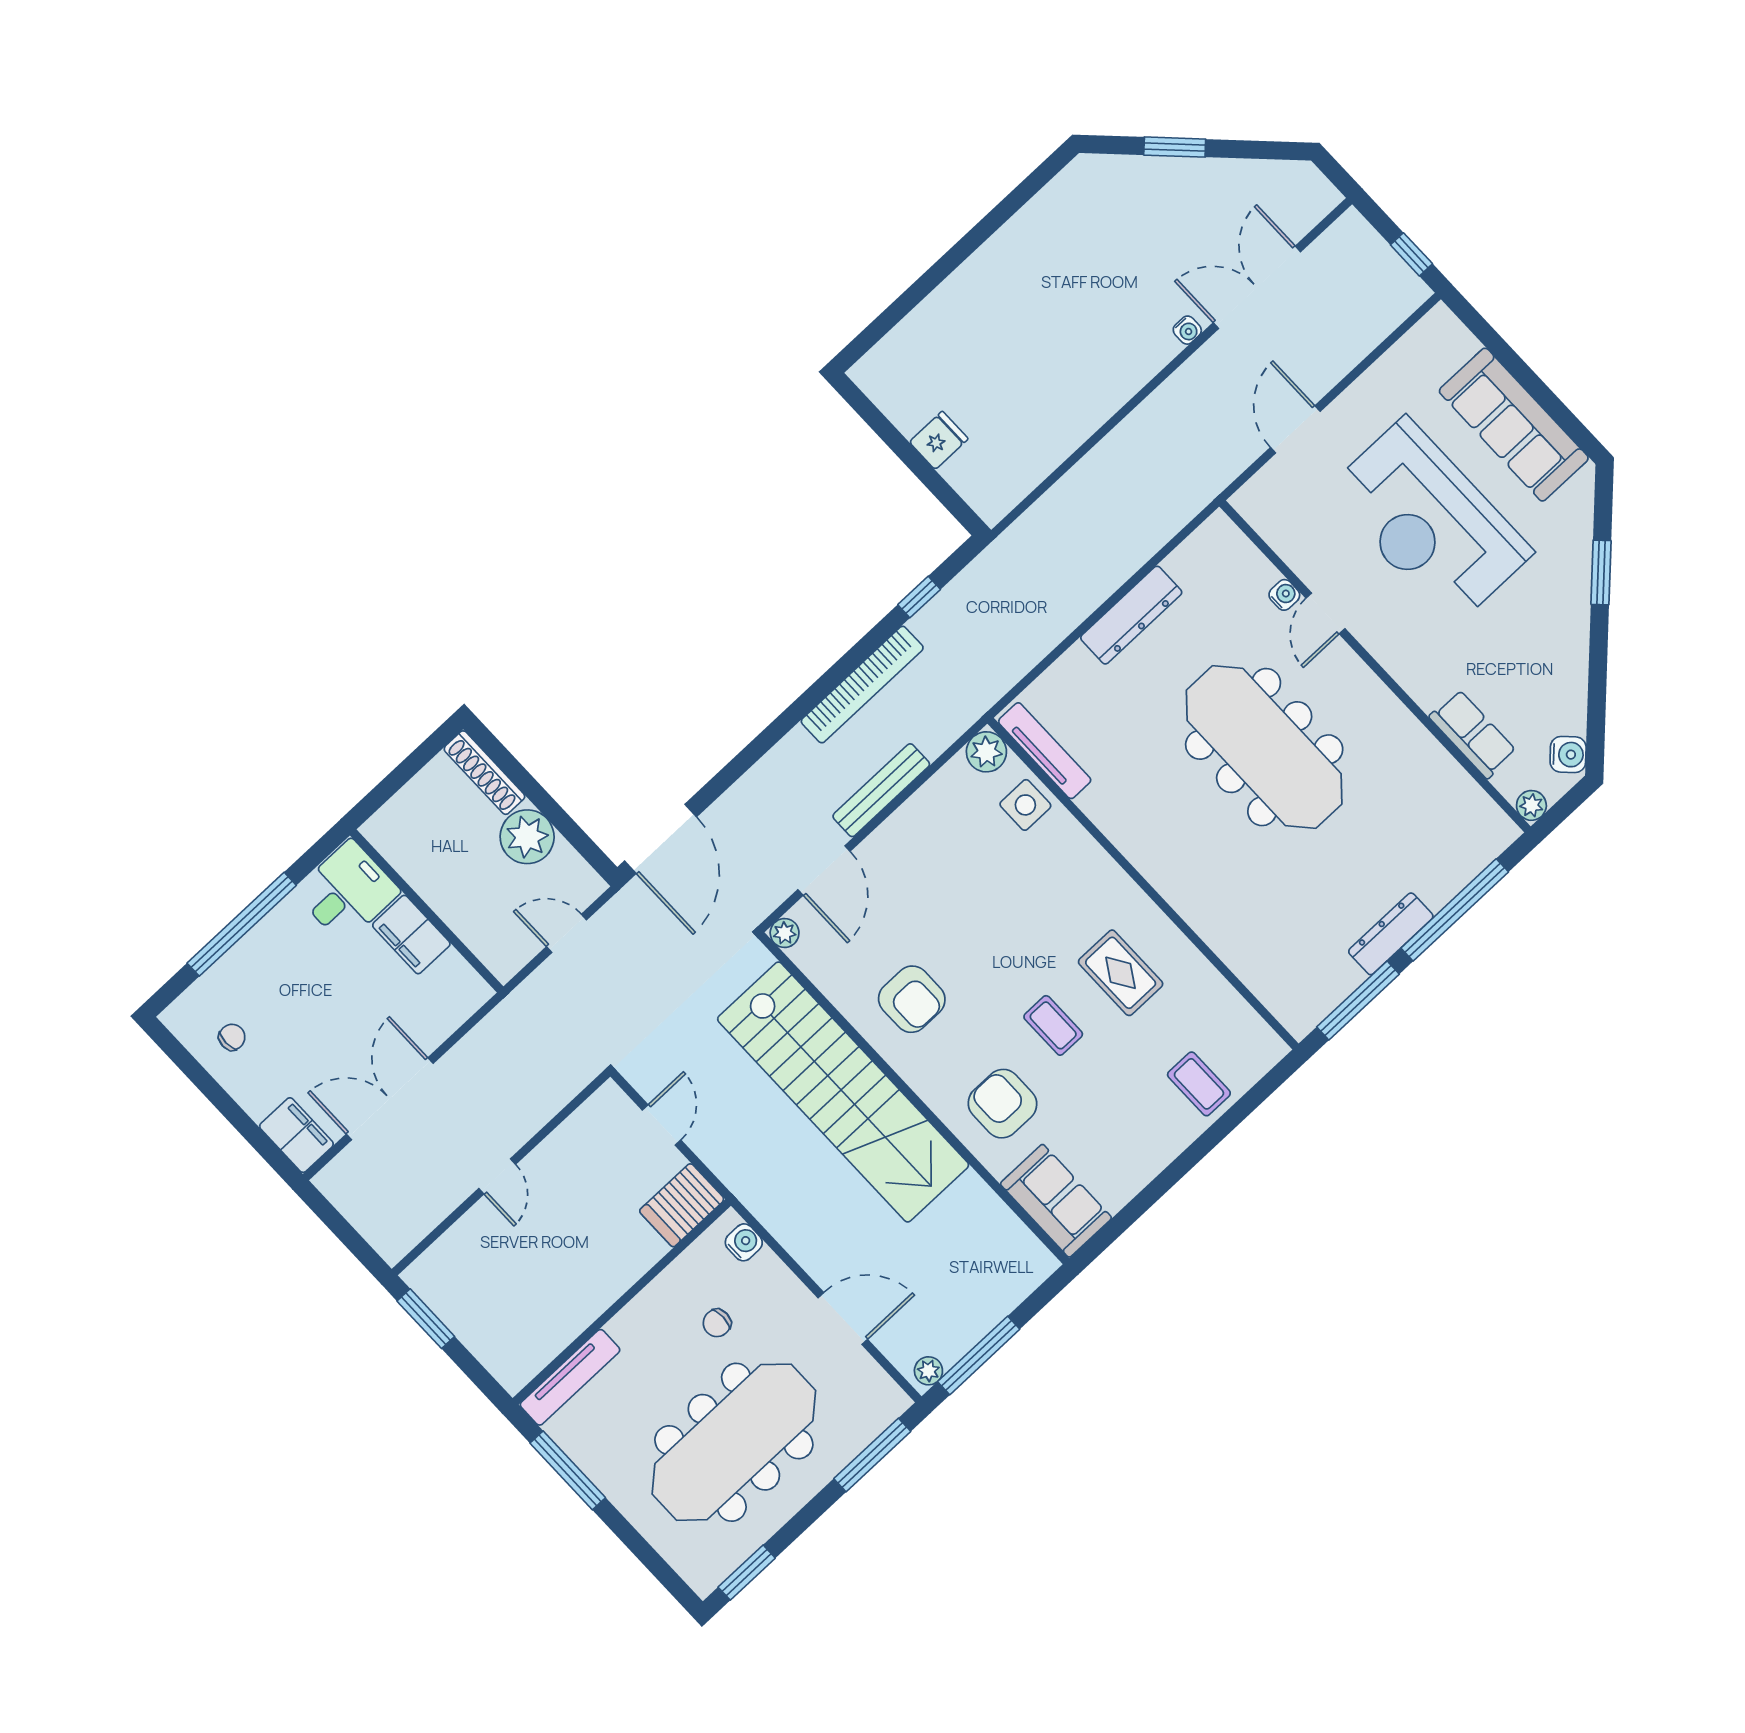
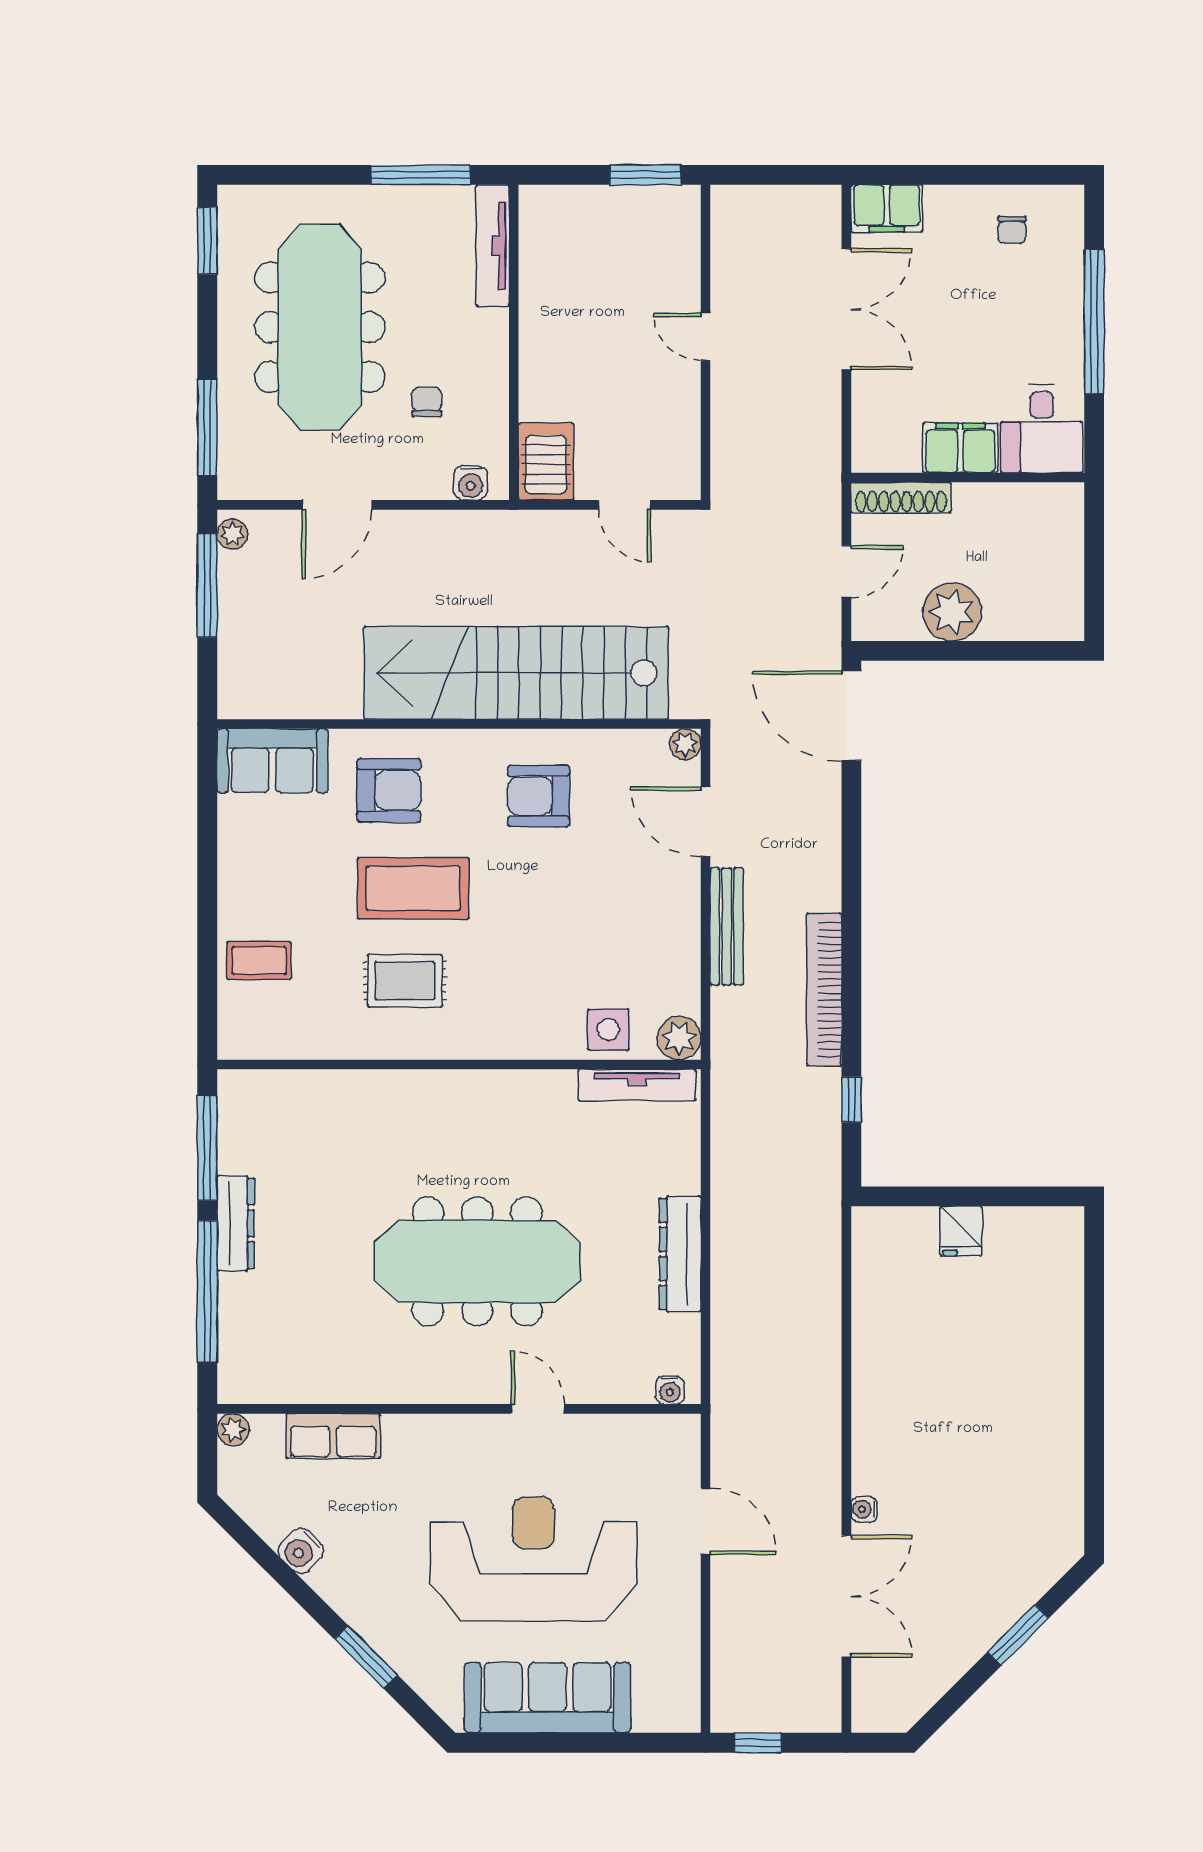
water cooler: (1284, 595) -> (670, 1390), moved
water cooler: (1568, 755) -> (301, 1551), moved
shoe rack: (484, 773) -> (901, 498), moved, turned 180
coffee table: (1053, 1025) -> (413, 888), width x1.86, depth x1.72

